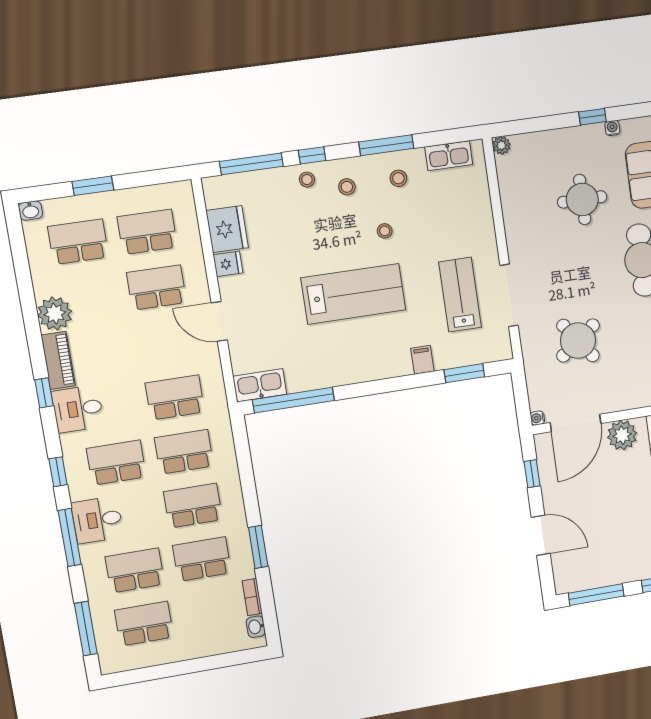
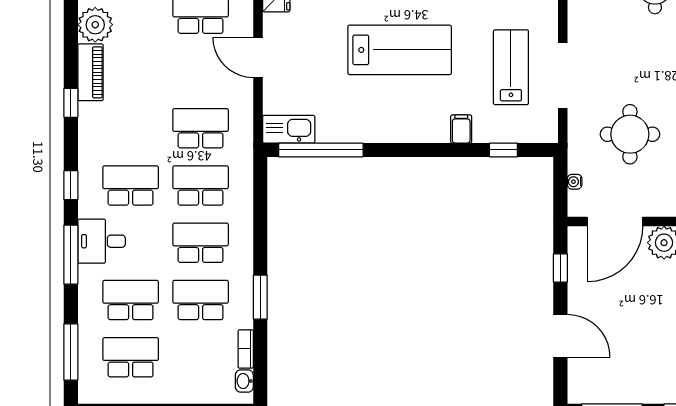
round table: (578, 341) -> (630, 134), turned 37
window: (464, 373) -> (503, 150), width x0.67
desk: (78, 409) -> (101, 124), removed
water cooler: (537, 418) -> (575, 182), moved

